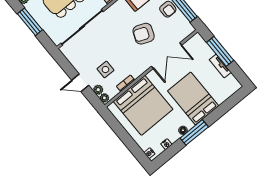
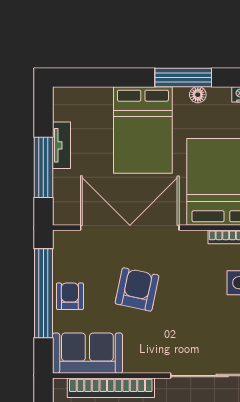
armchair: (144, 34) -> (137, 289), turned -100
double door: (167, 56) -> (130, 228), width x1.36

